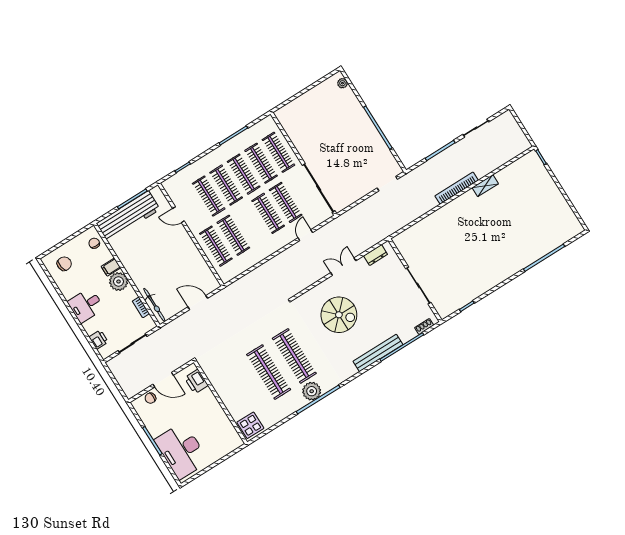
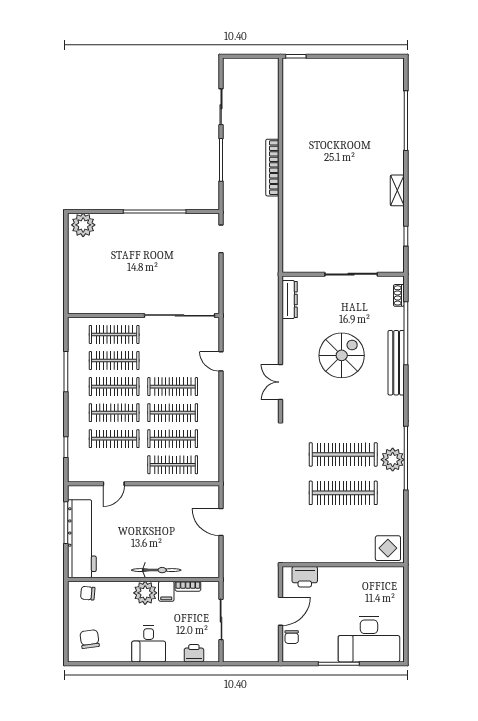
plant: (342, 83) -> (83, 225), width x1.87, depth x1.87
shelving: (485, 186) -> (397, 190), moved
clothes rail: (286, 202) -> (173, 413), moved
dresser: (376, 255) -> (290, 300), width x1.44
filing cabinet: (111, 267) -> (166, 591), moved
double door: (343, 267) -> (280, 382), moved
door: (198, 303) -> (221, 522), hinge flipped
bicycle: (154, 305) -> (156, 570), moved
spiral stairs: (339, 315) -> (342, 355), moved

